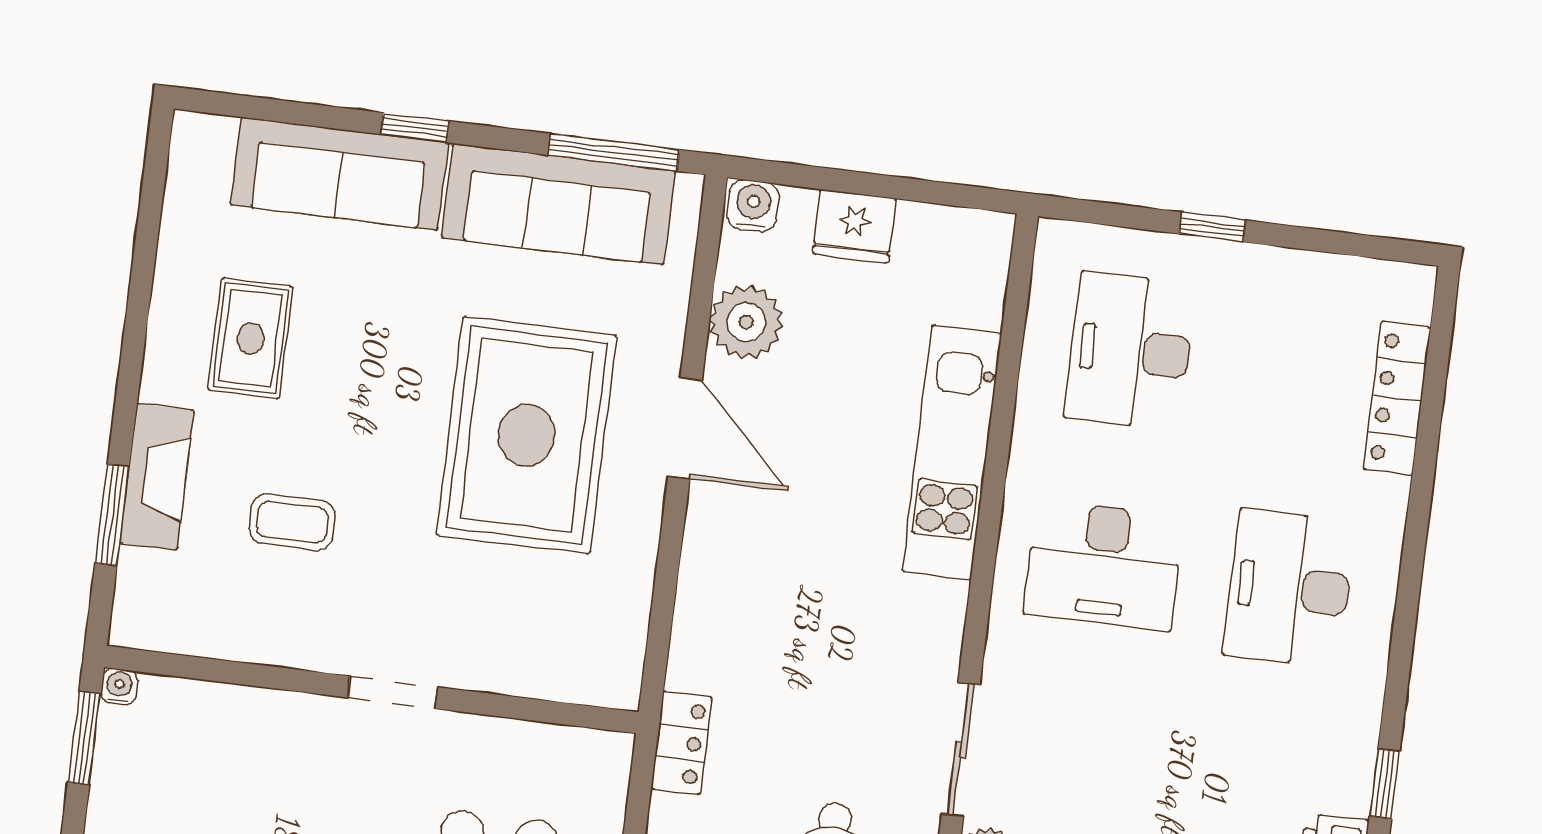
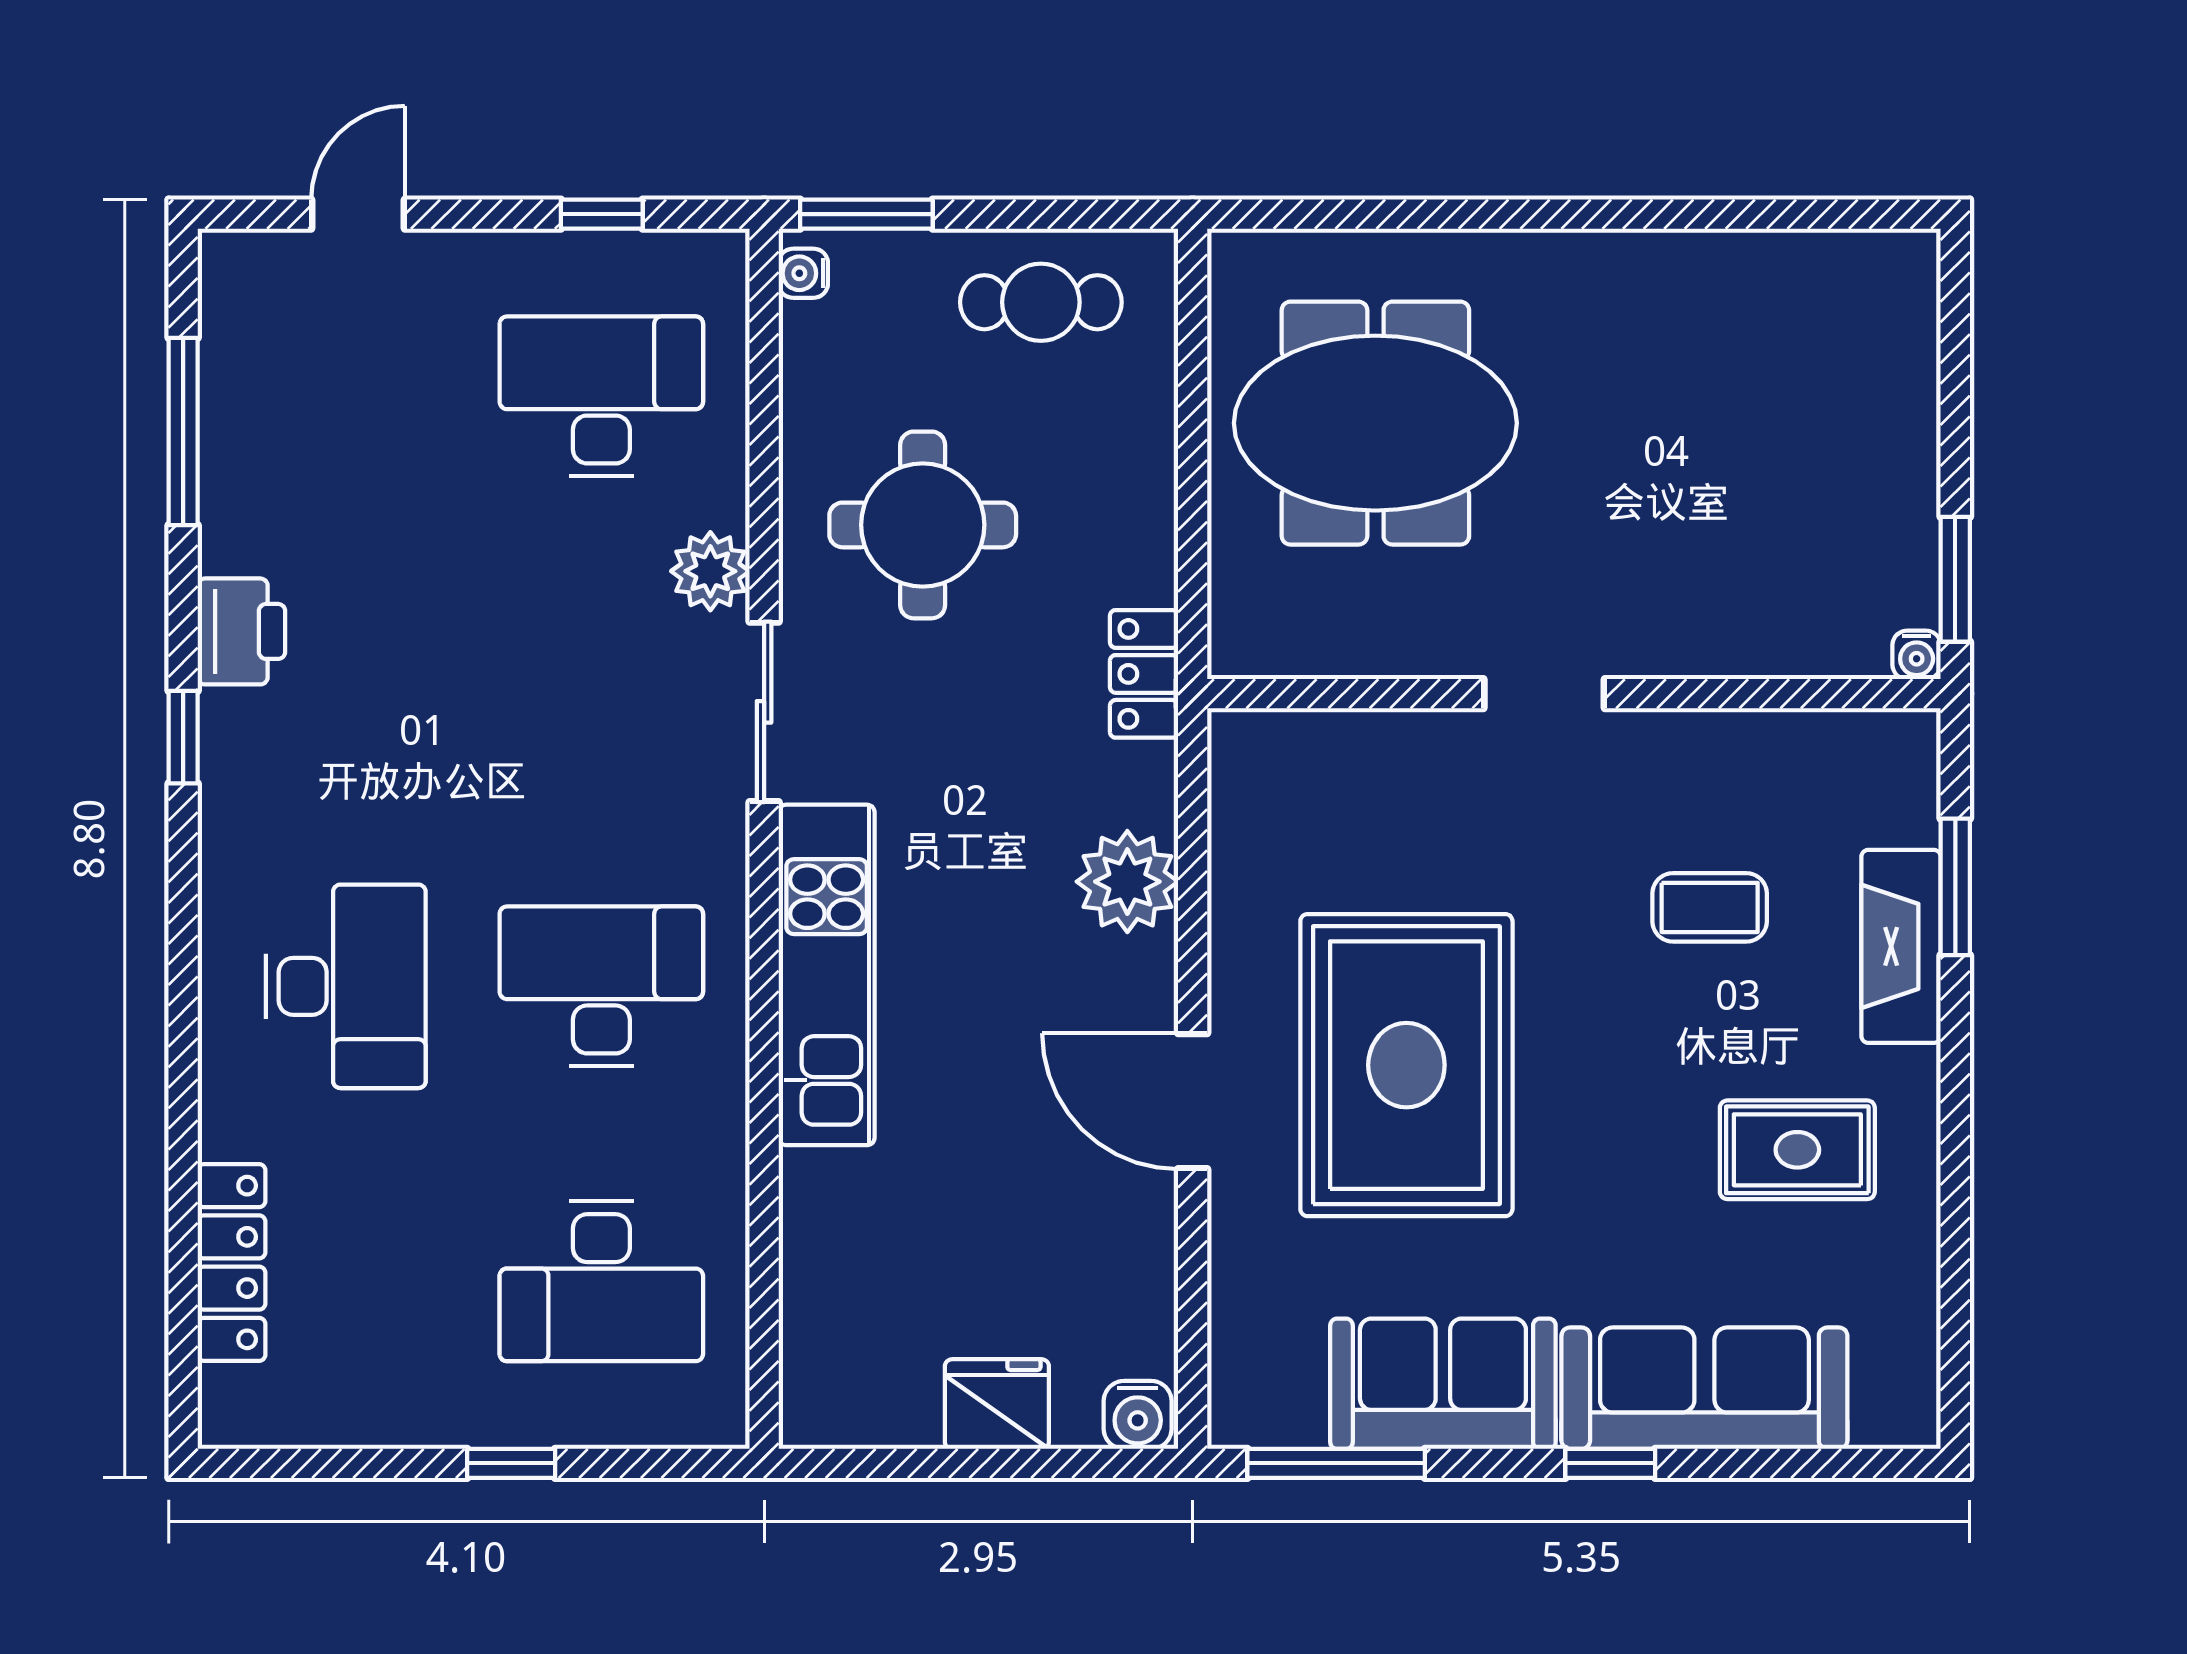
sofa: (558, 204) -> (1443, 1384), width x0.73
plant: (746, 322) -> (1127, 882), moved
rug: (251, 338) -> (1797, 1150), turned 90
desk: (1130, 351) -> (601, 1281), turned 90
kitchen unit: (952, 452) -> (827, 975), moved

